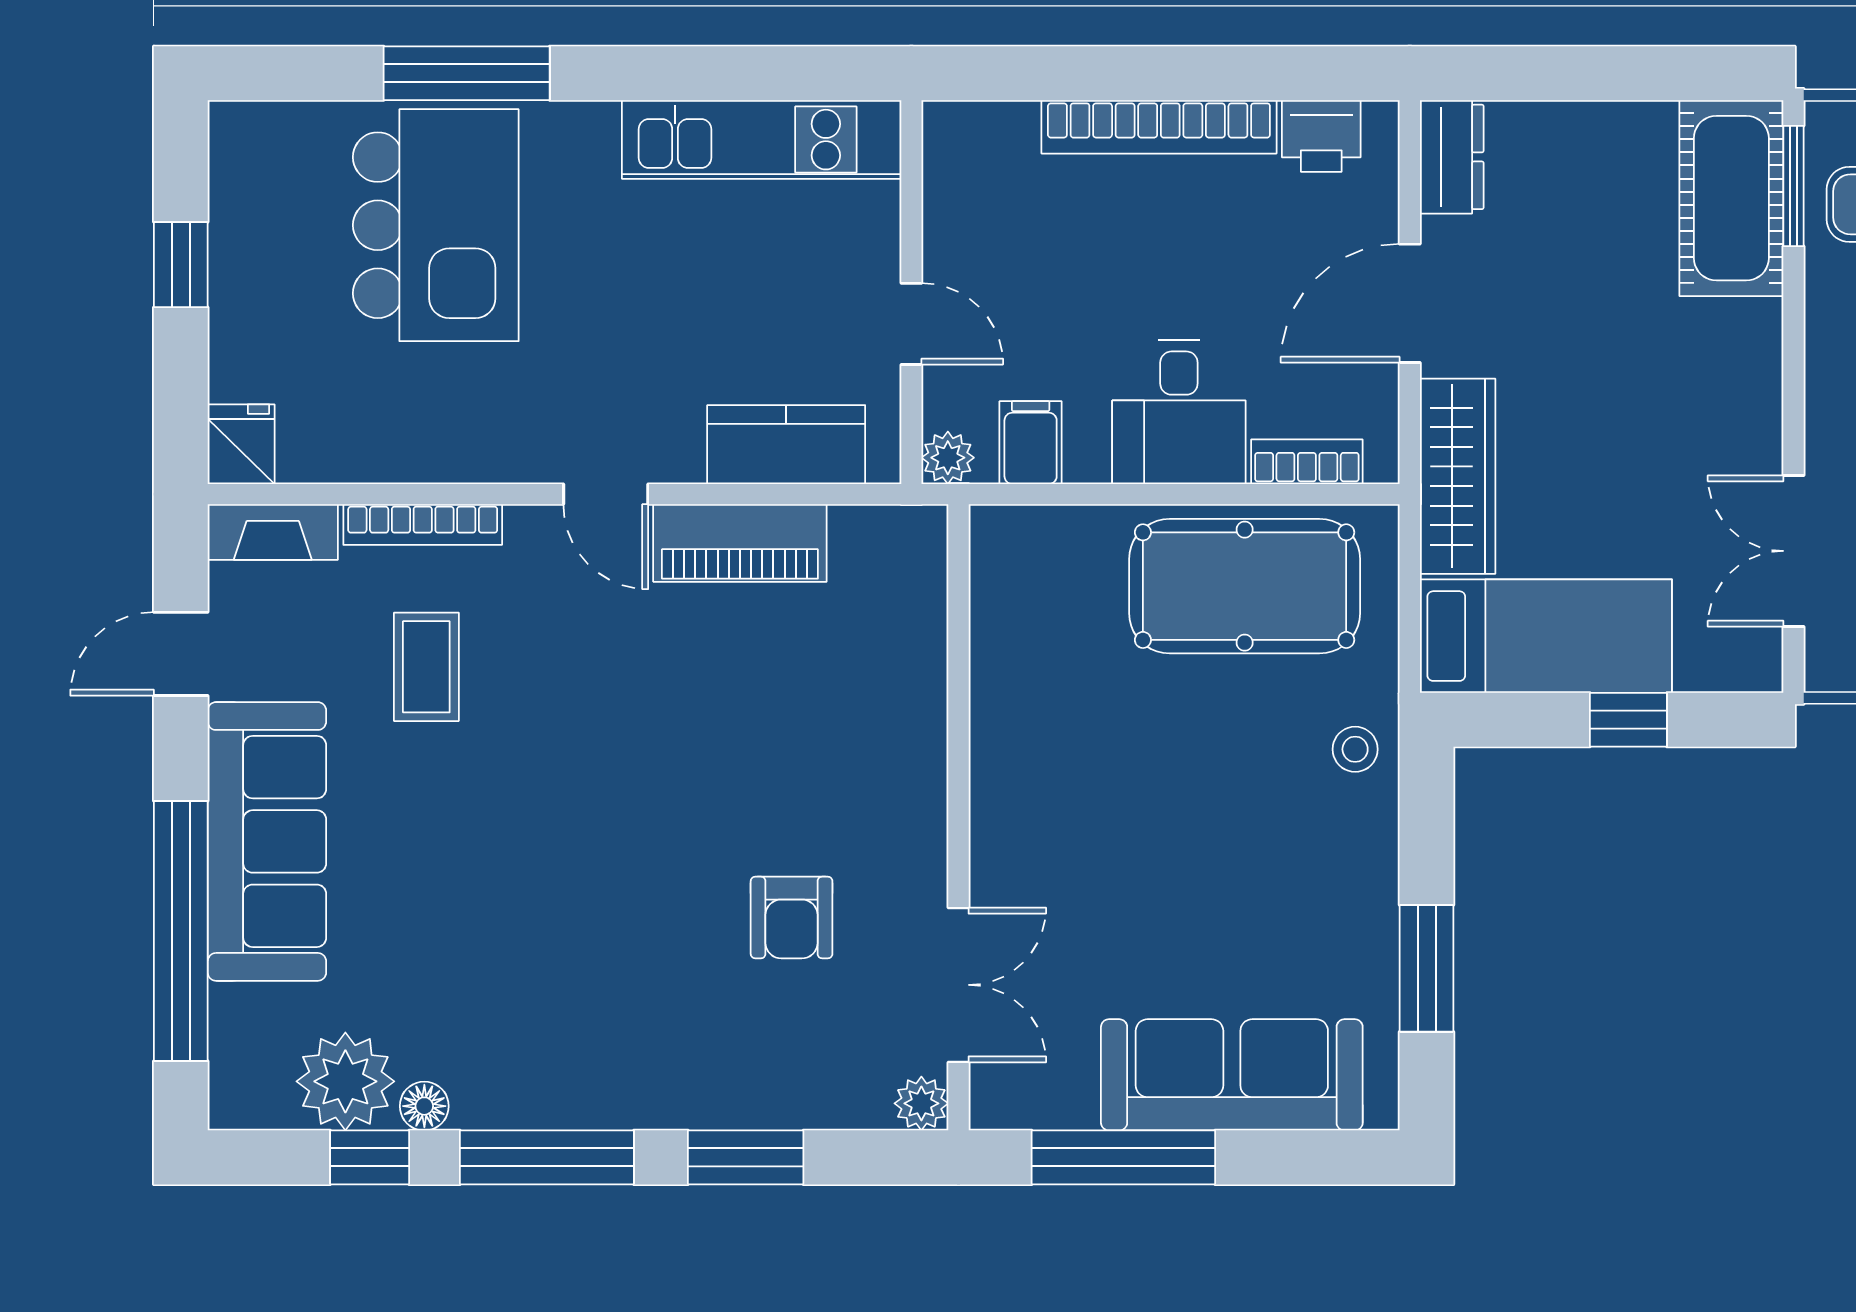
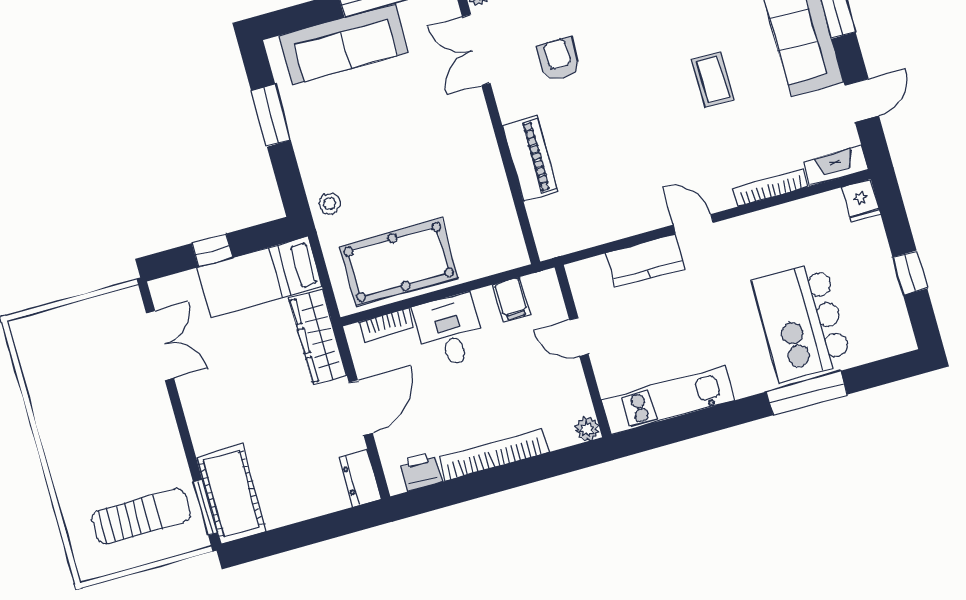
kitchen counter: (786, 445) -> (645, 261), moved
plant: (948, 458) -> (587, 429), moved
piano: (740, 543) -> (530, 159), moved, turned 90
coffee table: (426, 667) -> (713, 80), moved

